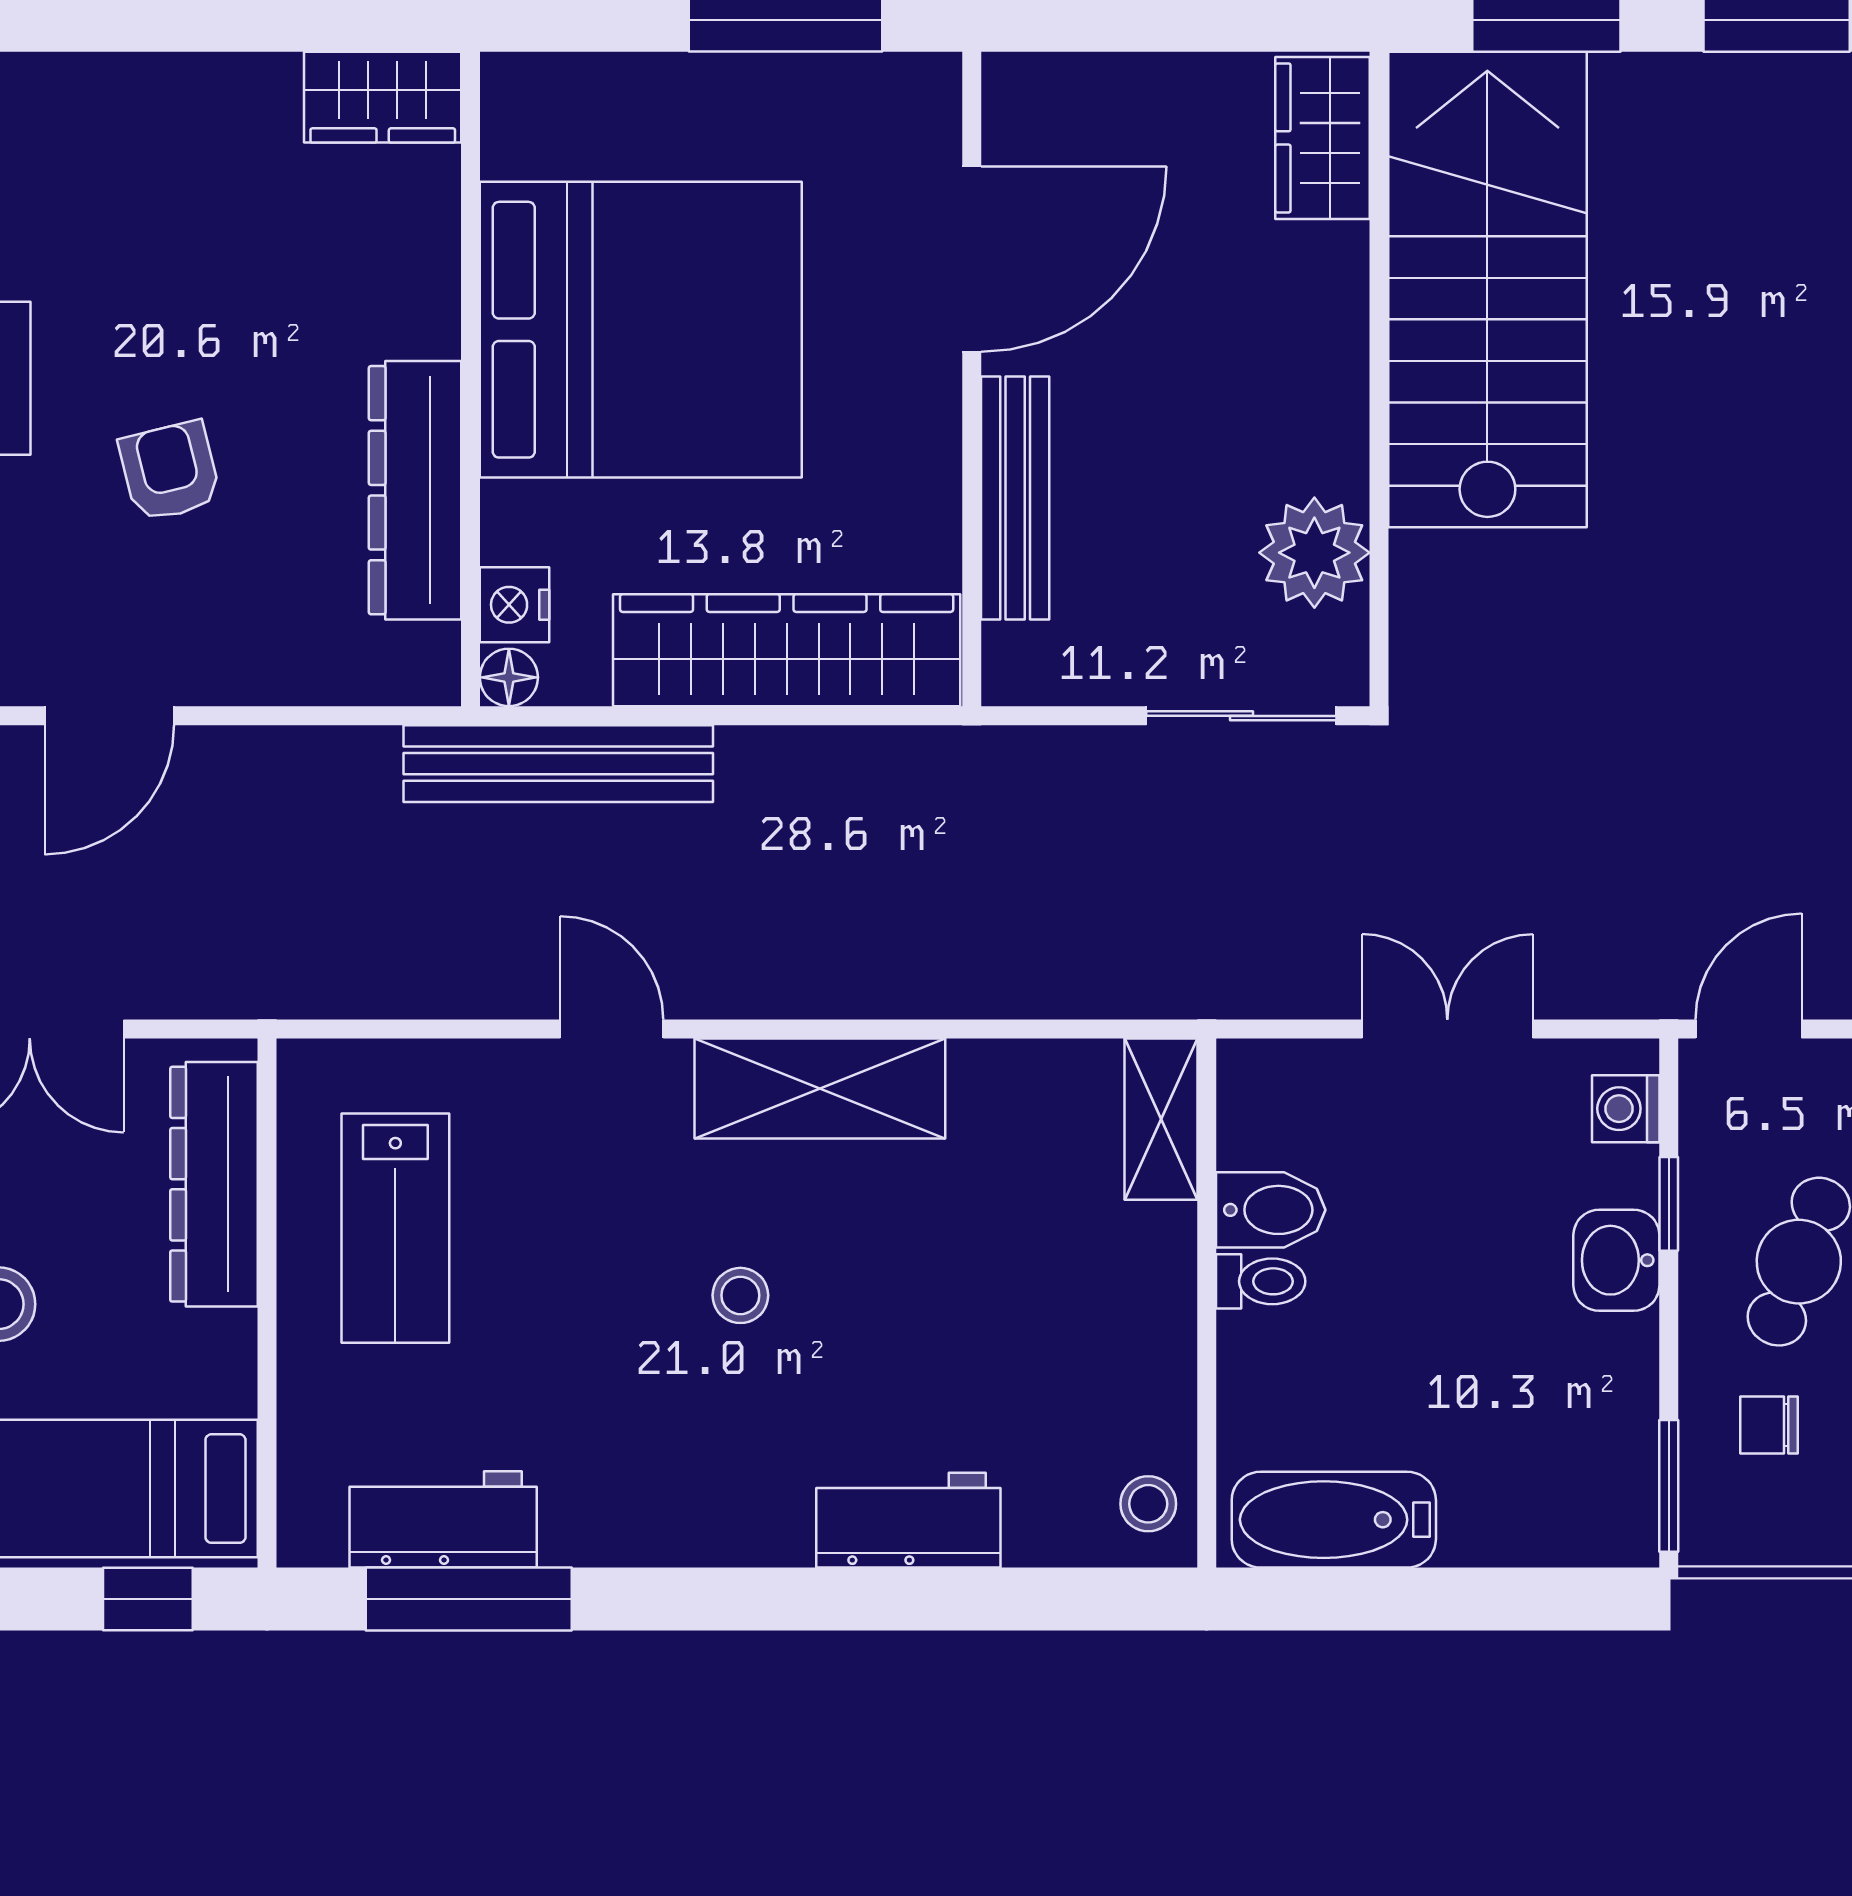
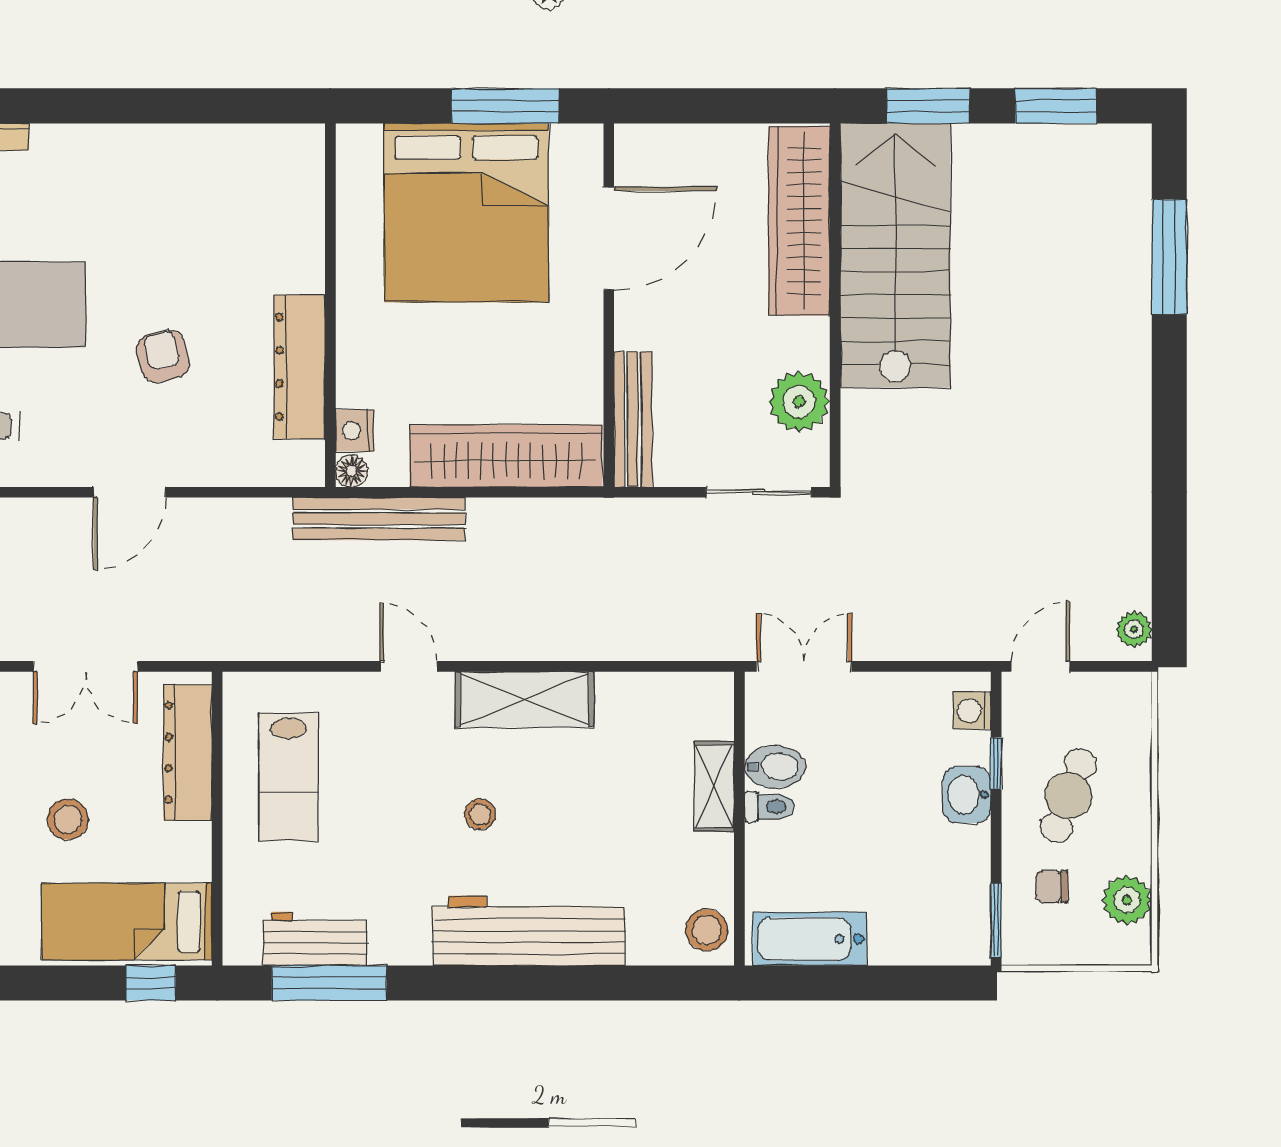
wardrobe: (383, 97) -> (281, 149), removed
wardrobe: (1322, 138) -> (799, 221), width x2.10, depth x1.17
bed: (641, 330) -> (466, 213), moved, turned 90
bench: (1015, 498) -> (633, 419), moved
double door: (1447, 1029) -> (804, 666), moved
shelving: (1161, 1119) -> (714, 786), moved
stool: (1148, 1504) -> (707, 930), width x1.37, depth x1.37
workbench: (908, 1520) -> (529, 931), width x1.88, depth x1.32

